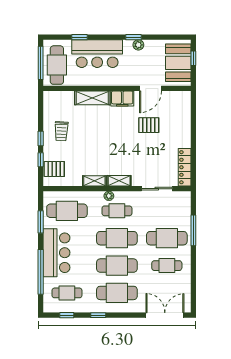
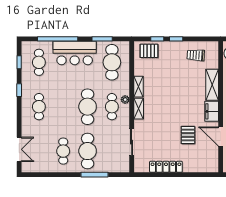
trolley: (61, 131) -> (196, 55), moved
locker: (185, 167) -> (166, 167), moved
pallet: (54, 169) -> (149, 51), turned 90
cafe table: (117, 266) -> (63, 107), removed
cafe table: (117, 293) -> (39, 107), width x0.73, depth x0.74
double door: (165, 315) -> (19, 149), width x0.73

